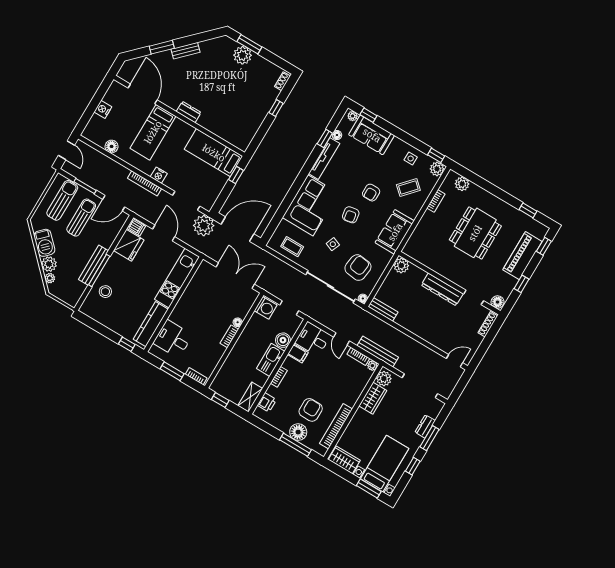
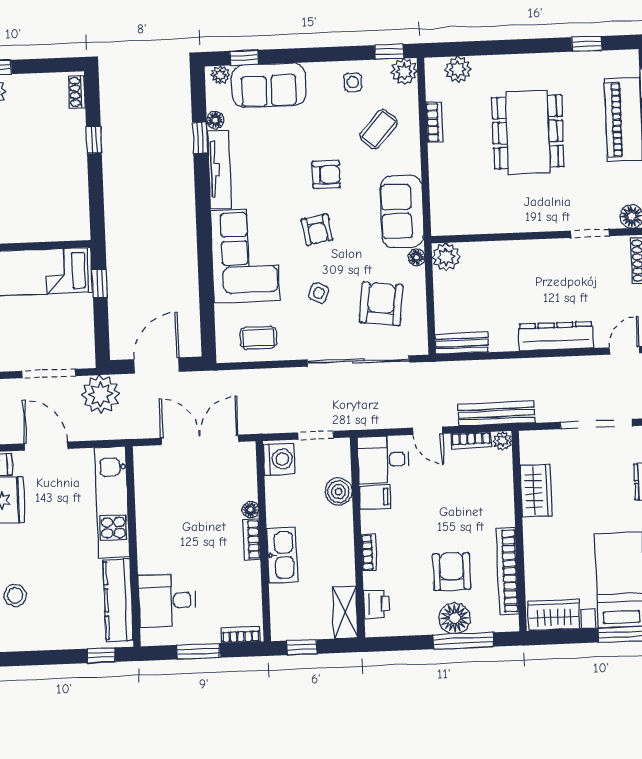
armchair: (371, 193) -> (326, 175), turned -90
door: (238, 229) -> (156, 366), width x0.73
dresser: (442, 289) -> (556, 336), moved, turned 180
floor lamp: (363, 298) -> (416, 257), moved
kitchen sink: (271, 360) -> (282, 555), moved, turned 180
plant: (384, 379) -> (533, 449), removed

